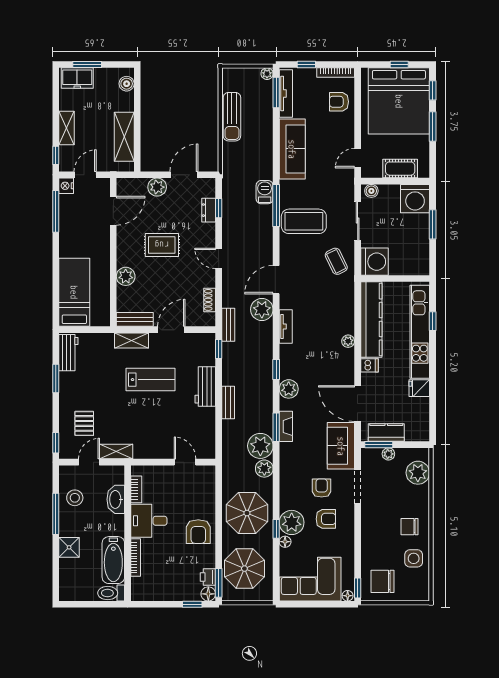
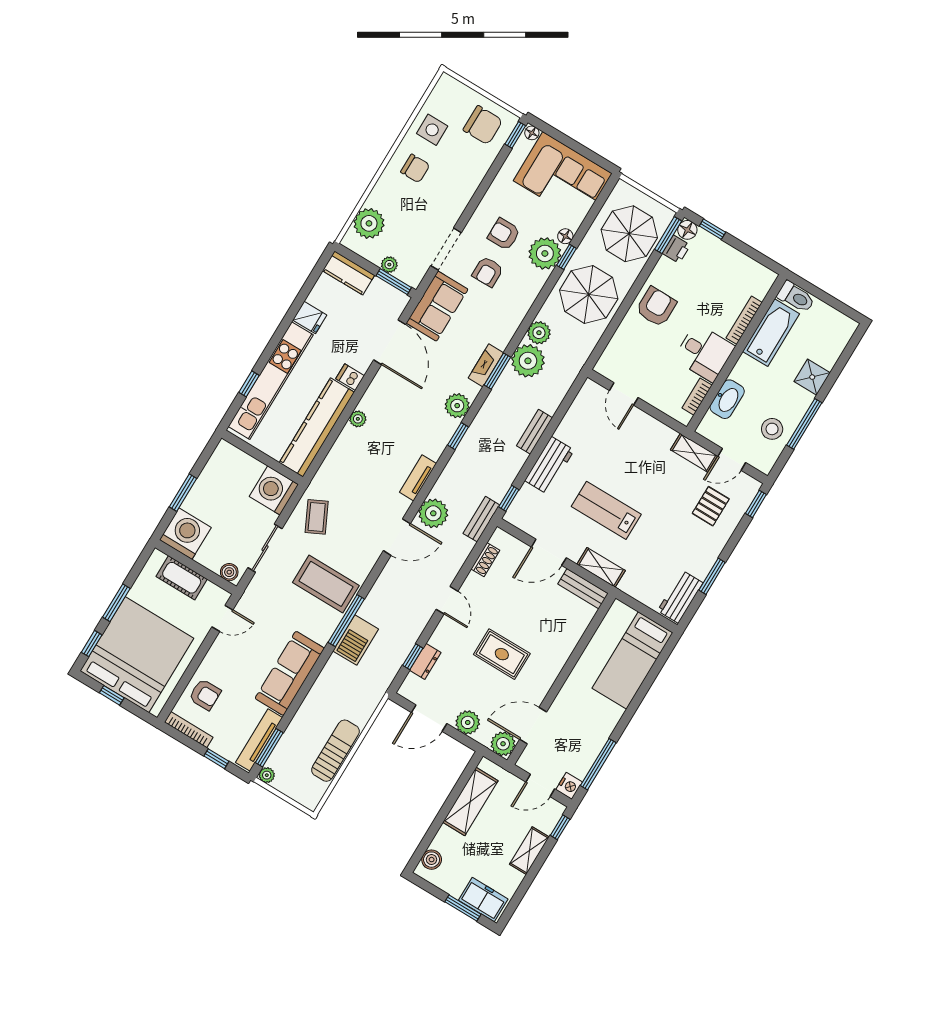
barbecue: (265, 192) -> (356, 640), width x1.38, depth x1.27
plant: (126, 276) -> (503, 744), moved
kitchen counter: (386, 432) -> (349, 273), moved

